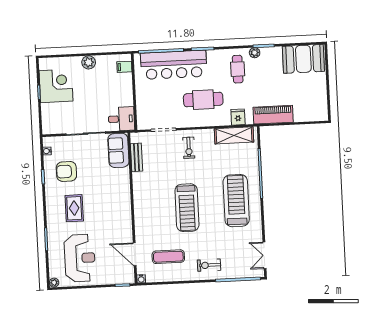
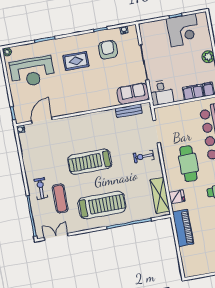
filing cabinet: (125, 84) -> (193, 92), added
exercise mat: (168, 257) -> (60, 198), moved

